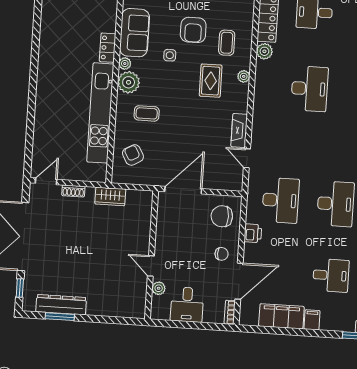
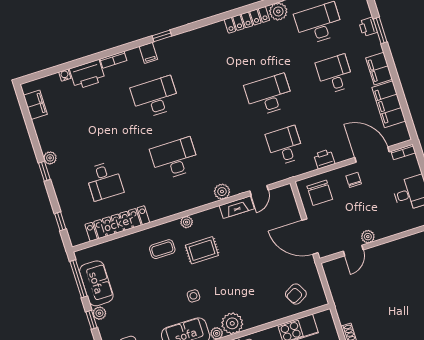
armchair: (193, 30) -> (163, 284), removed
plant: (264, 51) -> (222, 192), moved
coffee table: (147, 113) -> (254, 296), removed
wardrobe: (110, 196) -> (341, 300), removed
desk: (281, 200) -> (285, 146), width x0.73
door: (151, 266) -> (353, 250), moved
plant: (159, 288) -> (368, 237), moved
filing cabinet: (312, 320) -> (379, 69), width x2.00

